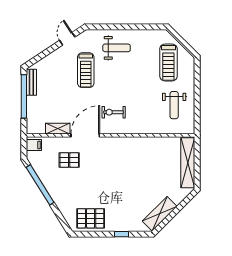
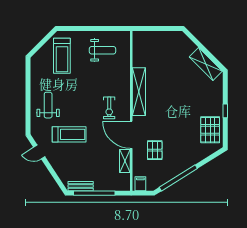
treadmill: (168, 63) -> (62, 56), turned 90
shelving: (188, 163) -> (139, 92), moved, turned 90
window: (122, 234) -> (225, 111), moved

